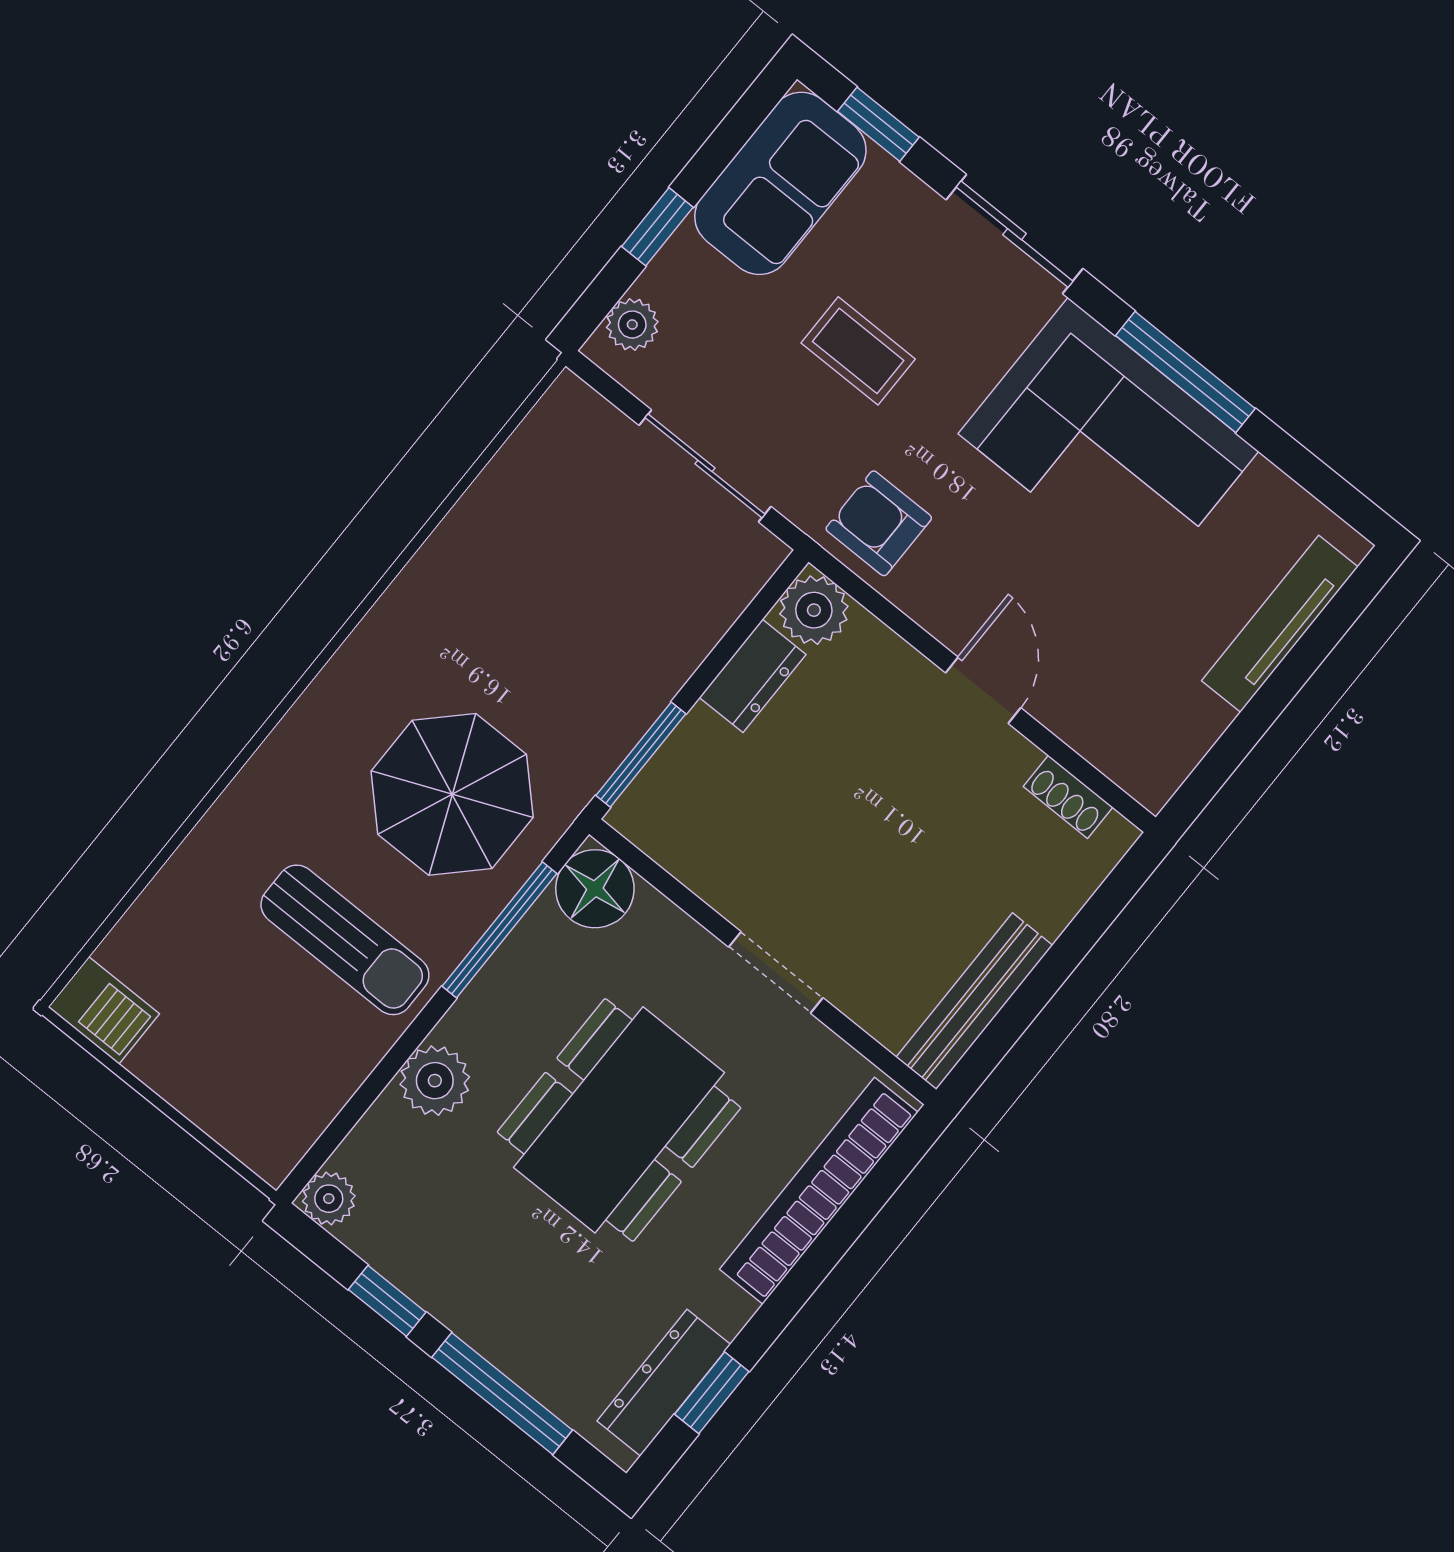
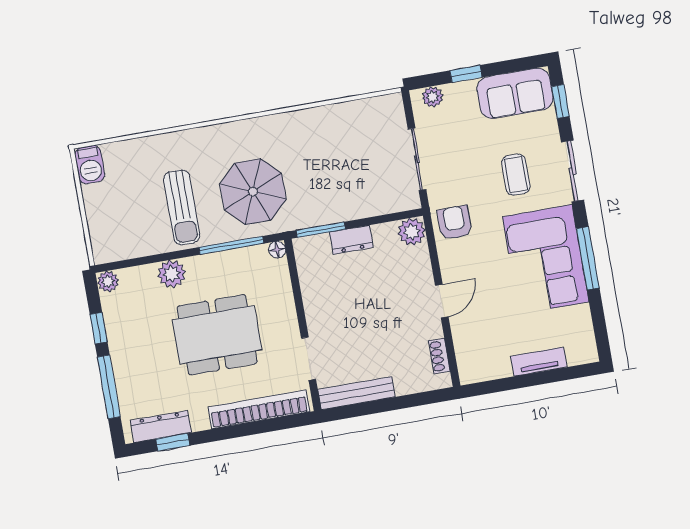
coffee table: (858, 351) -> (516, 175), moved
tv unit: (1280, 624) -> (539, 362), width x0.71
dresser: (753, 676) -> (351, 240), moved
floor lamp: (595, 889) -> (277, 250), width x0.53, depth x0.53
doorway: (776, 972) -> (309, 359), moved

